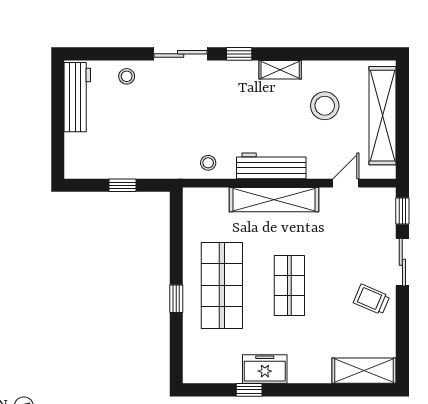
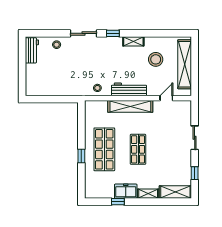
workbench: (77, 97) -> (32, 50), width x0.73
window: (122, 185) -> (54, 99), removed
window: (402, 211) -> (195, 173), moved
trolley: (372, 299) -> (179, 156), removed
shelving: (310, 374) -> (148, 194), added

